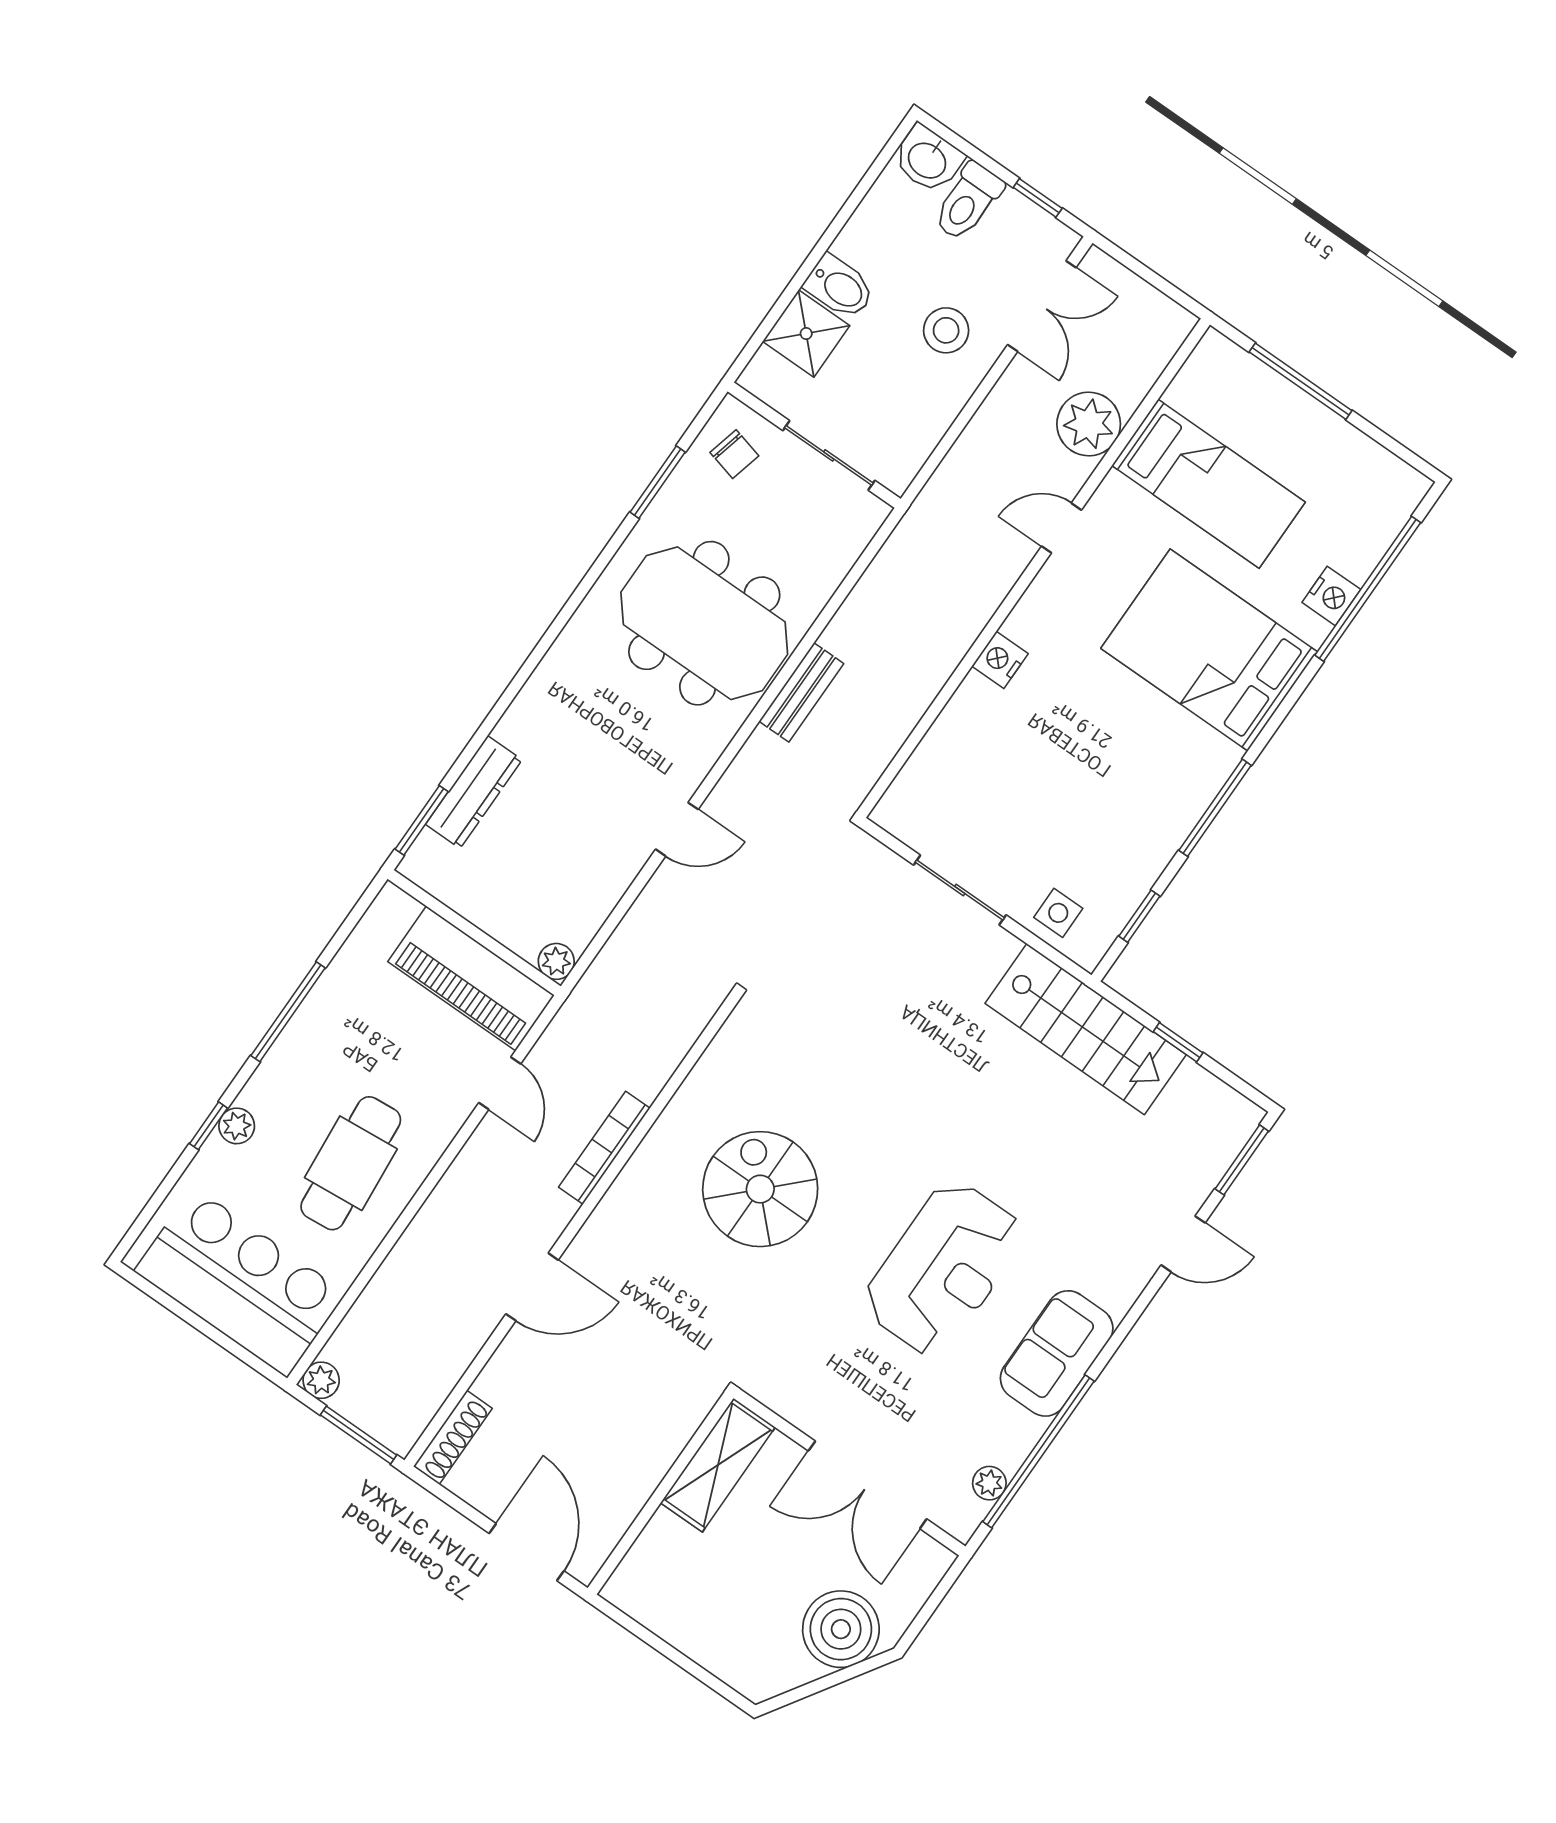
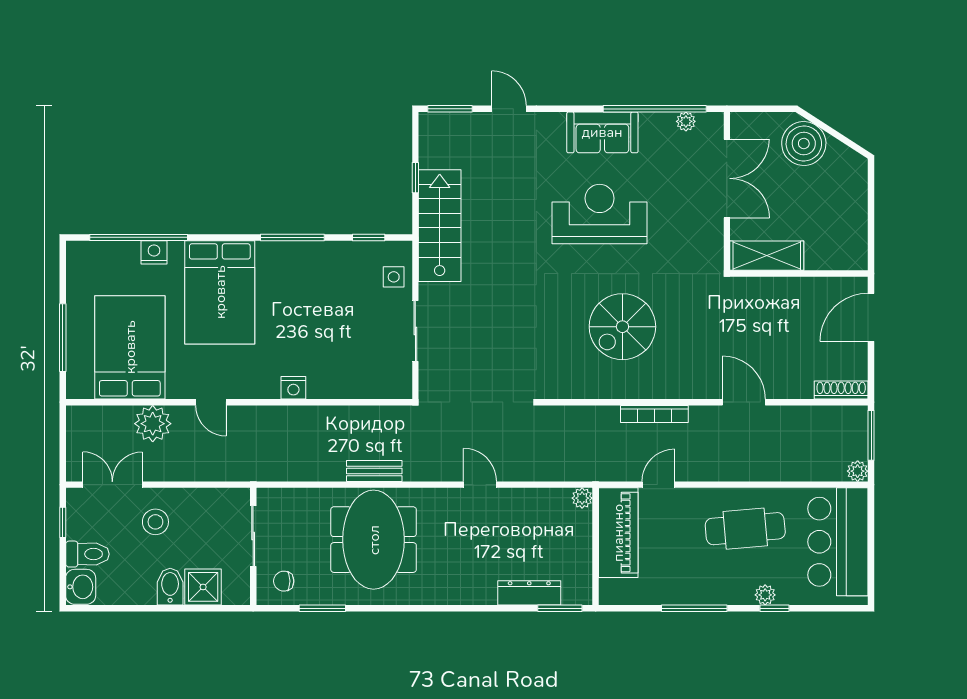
chair: (734, 454) -> (284, 581), turned -104
bed: (1209, 484) -> (130, 347), width x1.50

